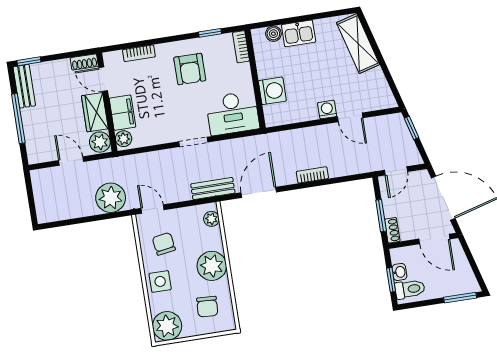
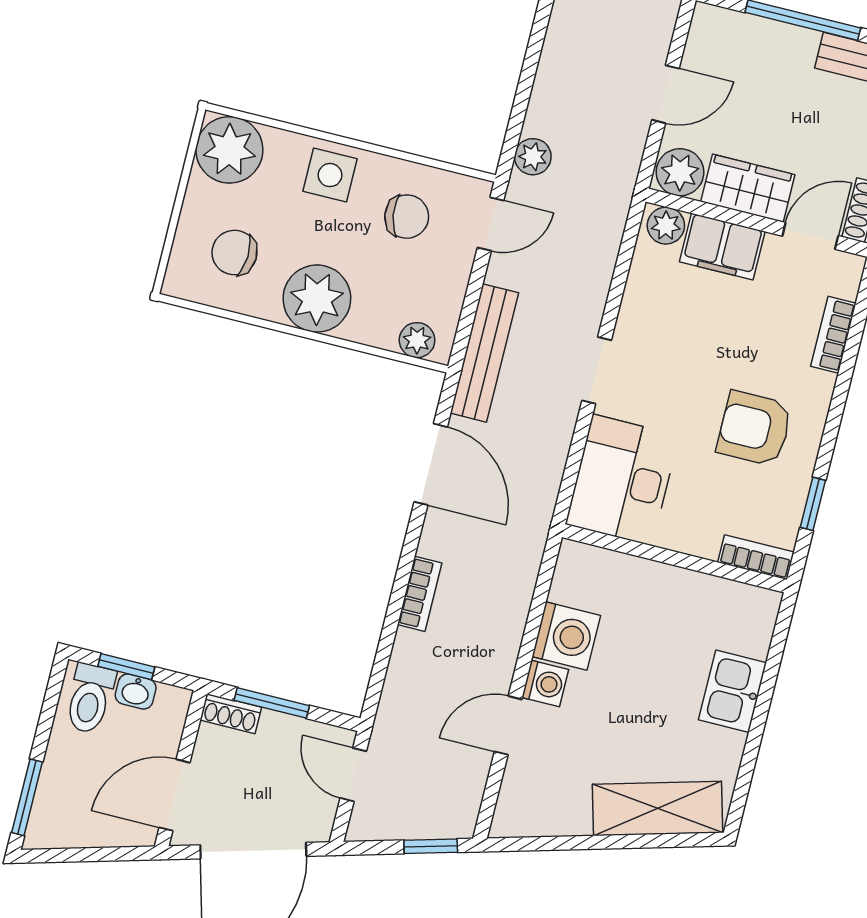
boiler: (273, 34) -> (754, 638), removed
washing machine: (272, 91) -> (566, 636), moved, turned -90
bench: (213, 189) -> (484, 353), width x1.36
plant: (111, 198) -> (533, 157), width x0.53, depth x0.53

